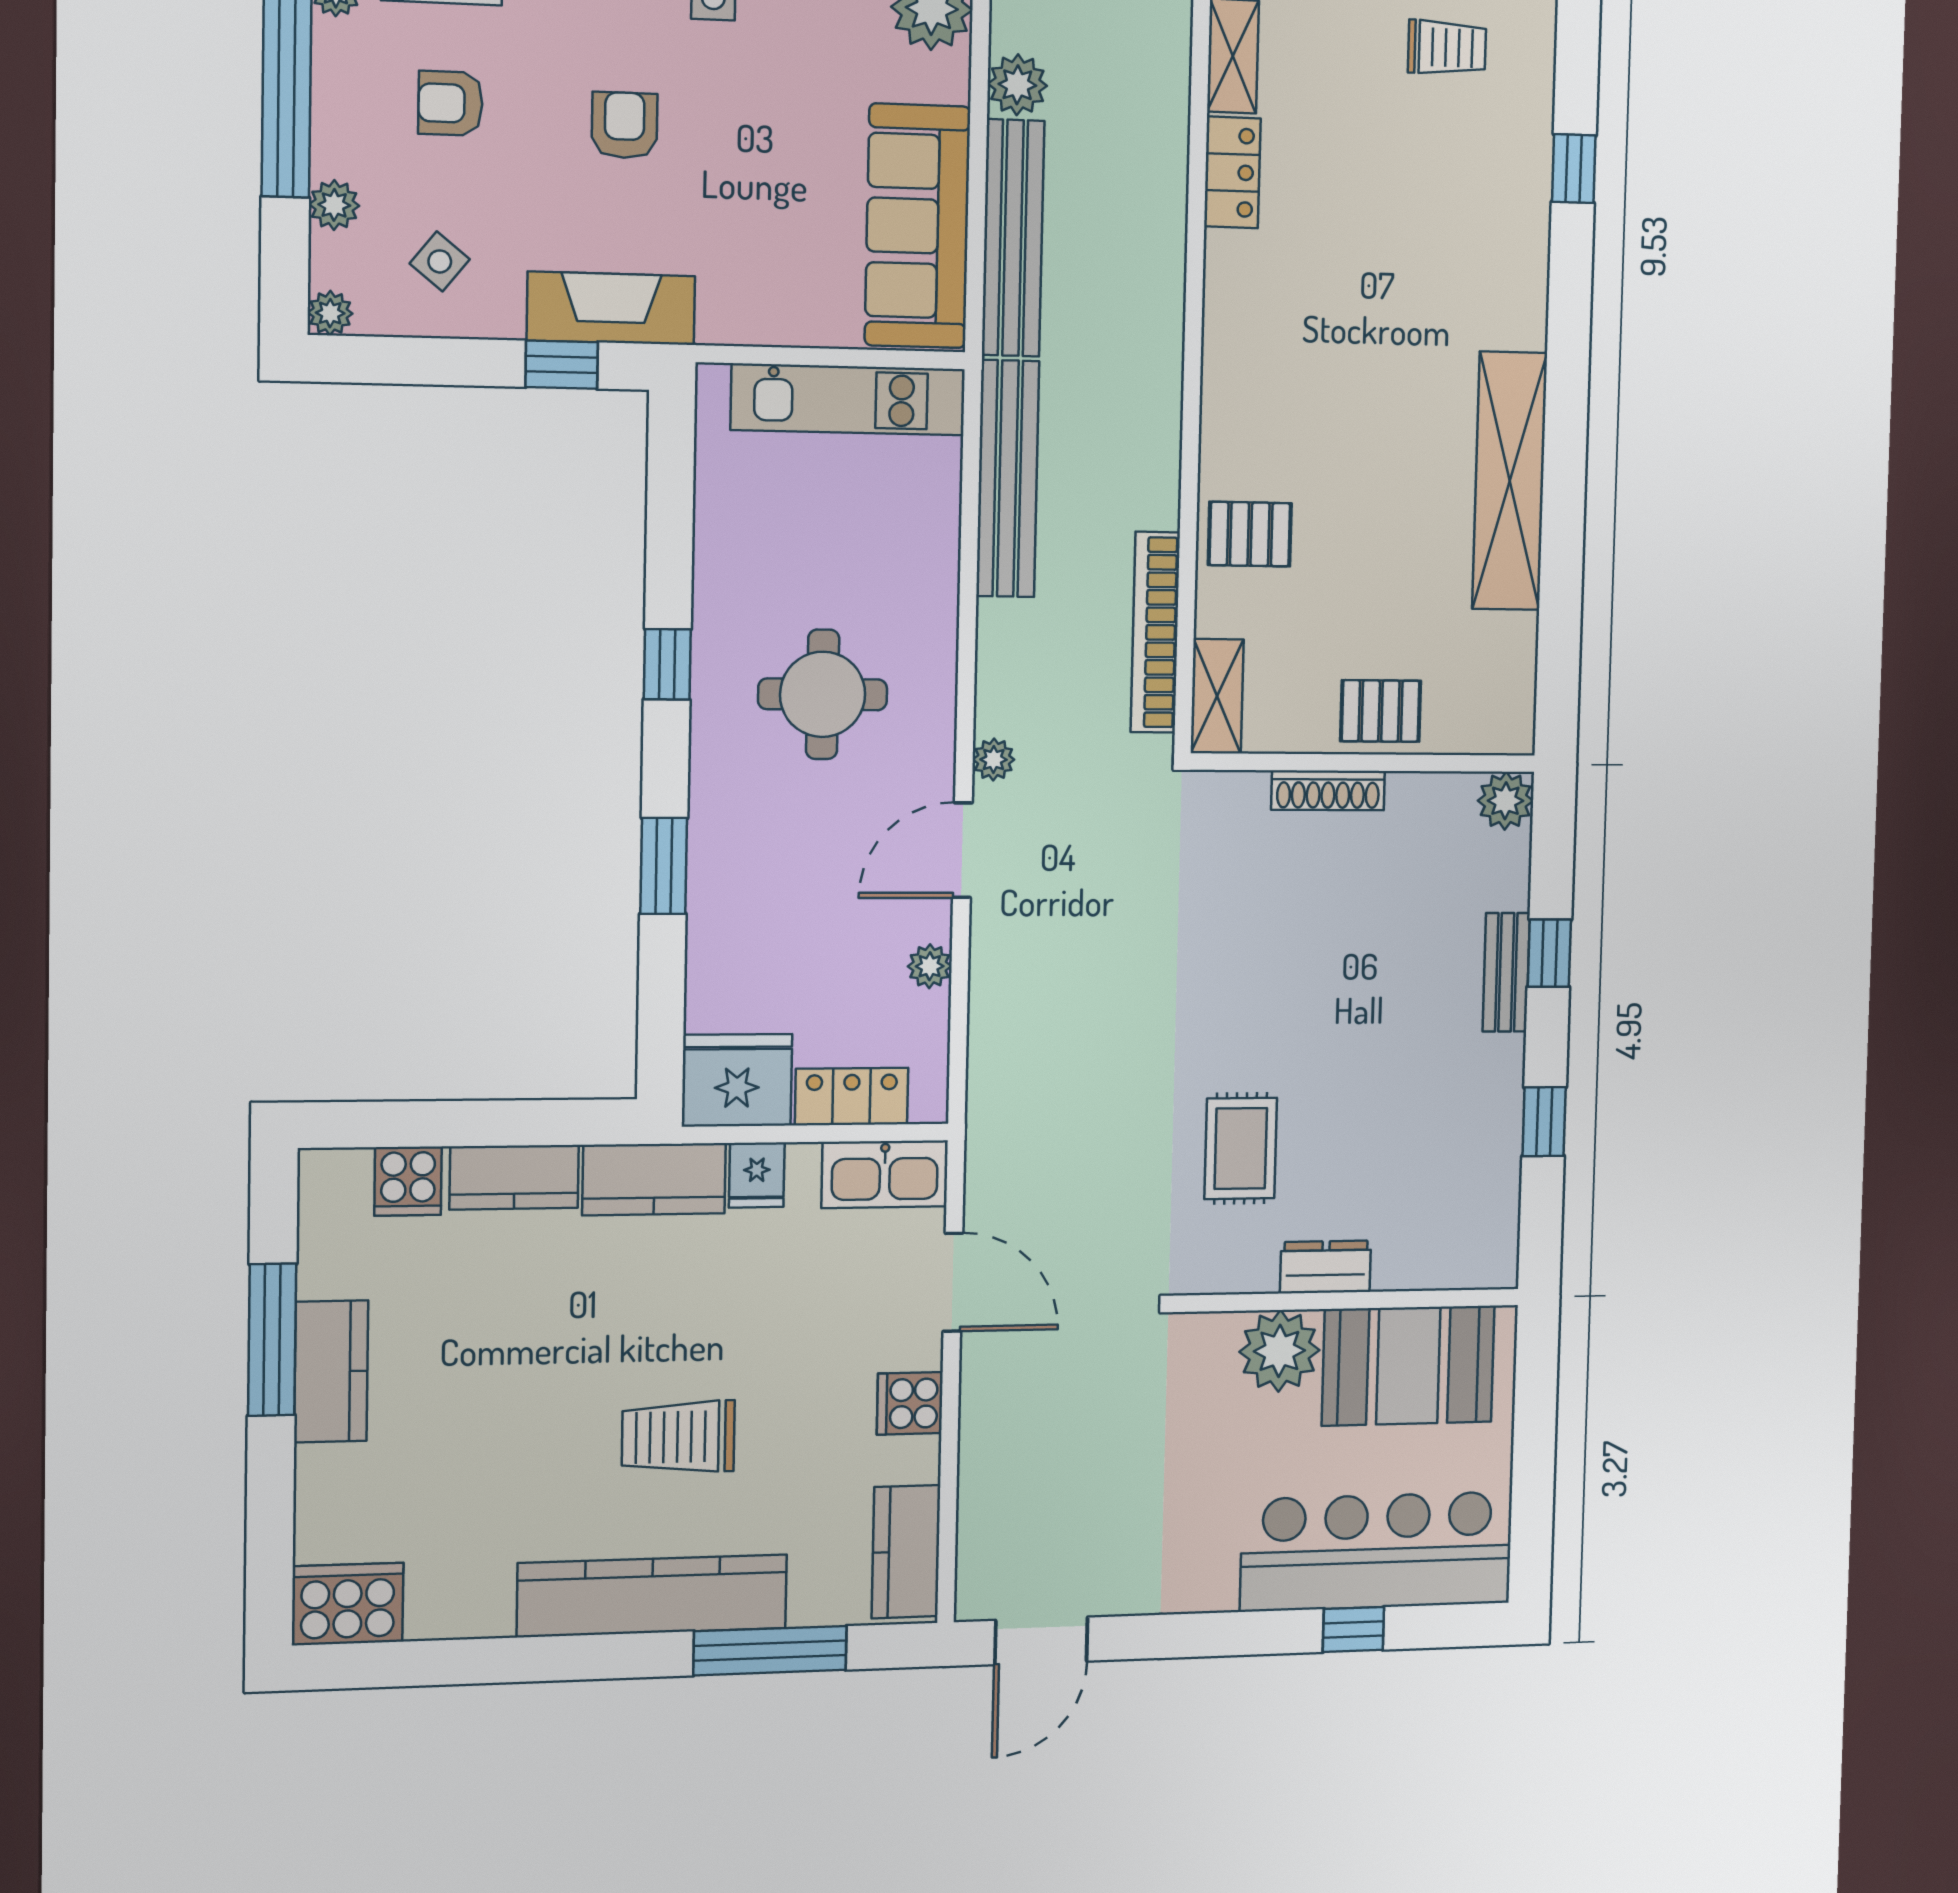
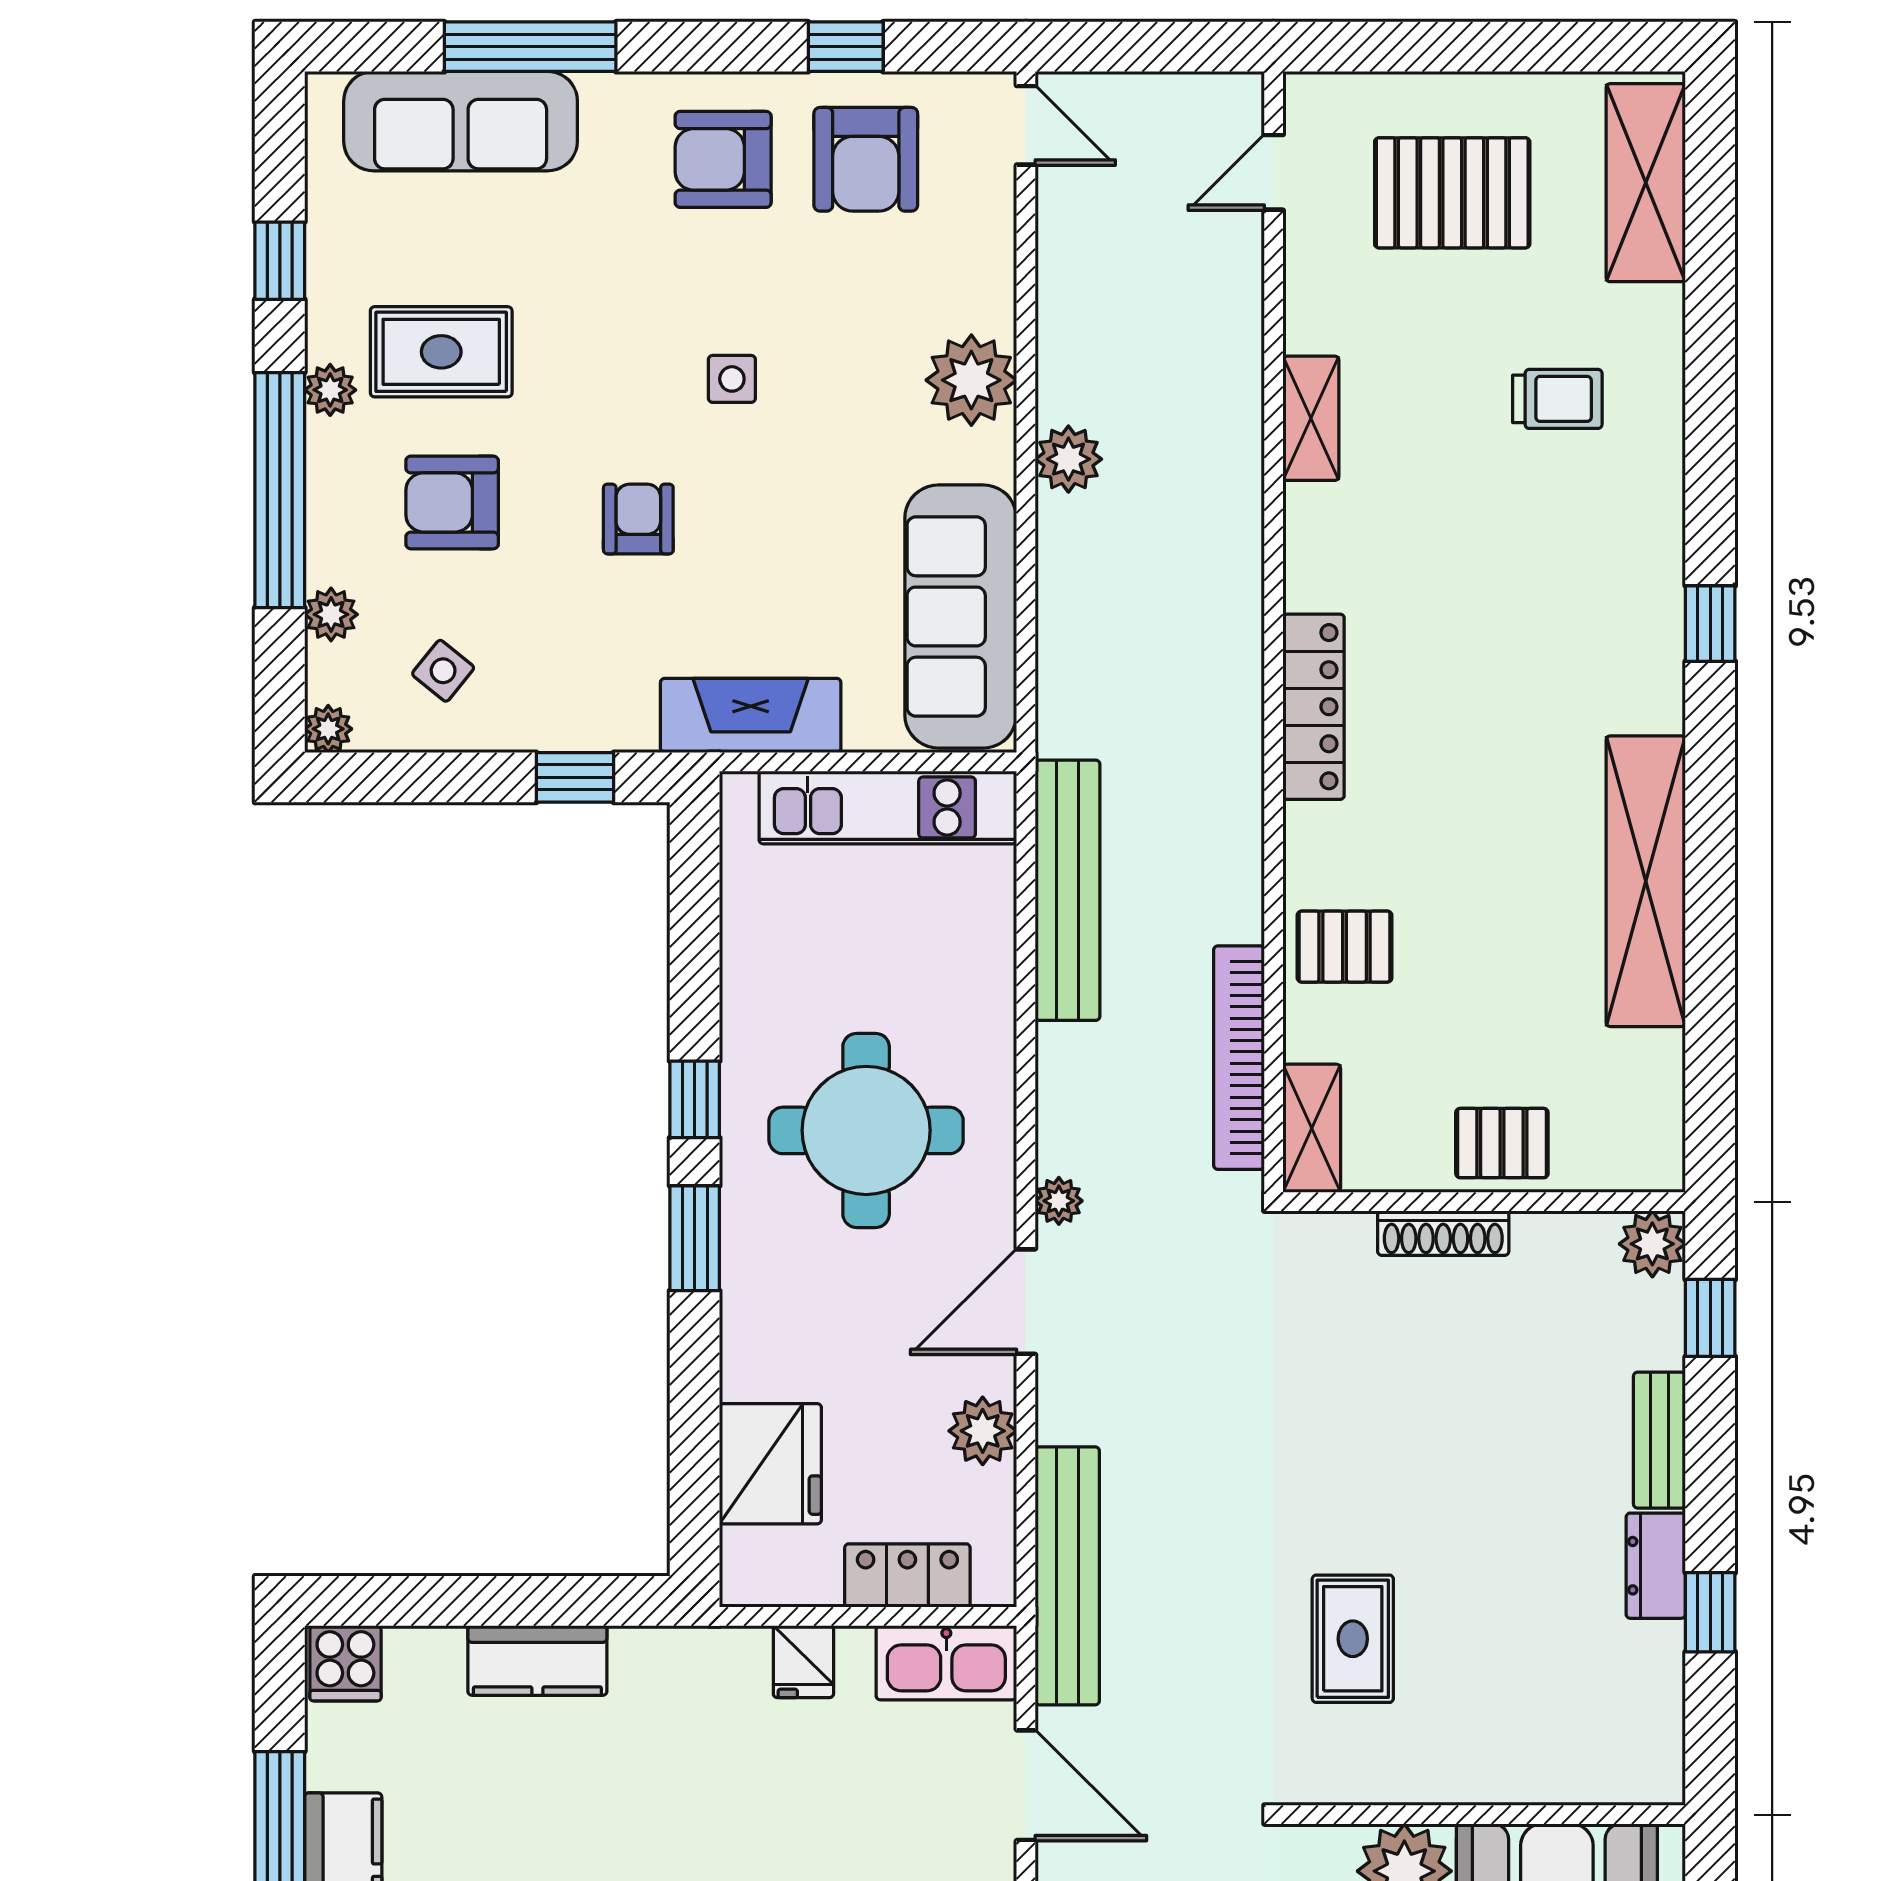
armchair: (450, 103) -> (452, 502), width x1.38, depth x1.38
window: (1574, 169) -> (1710, 624), moved
locker: (1232, 172) -> (1314, 707), moved, width x1.53
bench: (1013, 238) -> (1067, 1576), moved
fireplace: (611, 308) -> (751, 716), moved
round table: (823, 694) -> (866, 1130), width x1.36, depth x1.36
window: (664, 866) -> (695, 1238), moved
window: (1549, 953) -> (1710, 1318), moved
plant: (930, 966) -> (983, 1431), width x1.38, depth x1.38
fridge: (737, 1080) -> (770, 1464), moved, turned 90
kitchen counter: (654, 1179) -> (690, 1665), removed
cooker: (408, 1181) -> (345, 1663), moved
dresser: (1326, 1267) -> (1656, 1566), moved, turned -90

